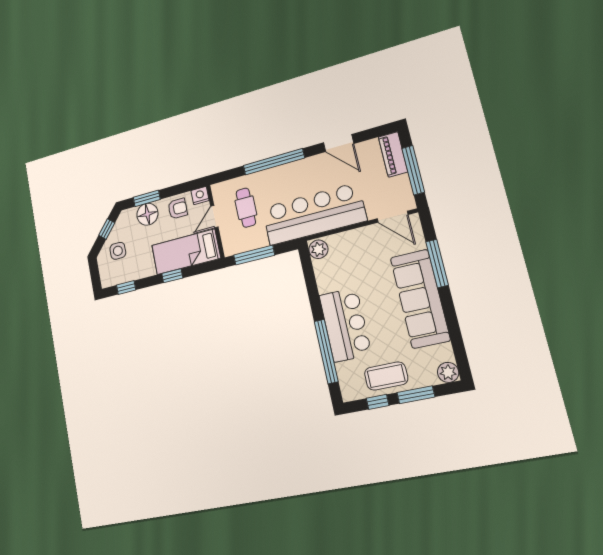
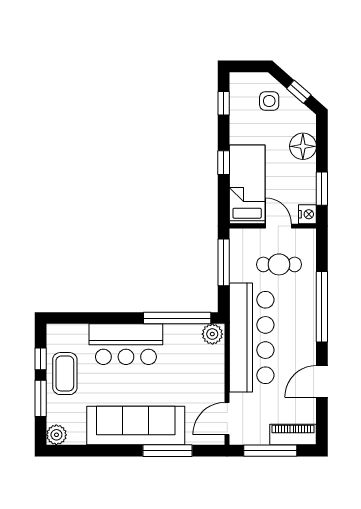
window: (147, 198) -> (322, 189), moved
armchair: (178, 209) -> (300, 184), removed
window: (326, 351) -> (177, 318), moved

